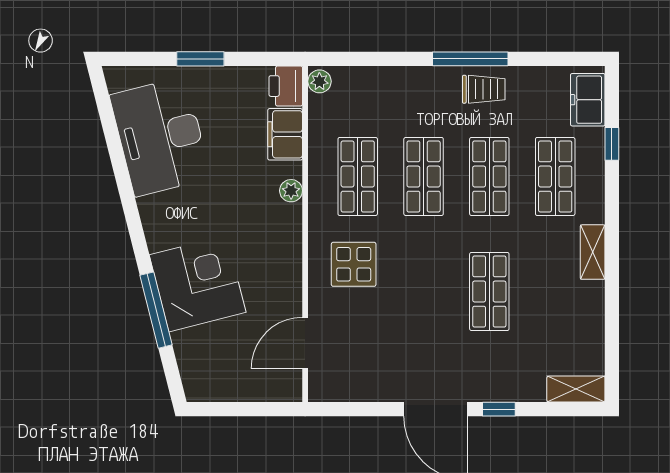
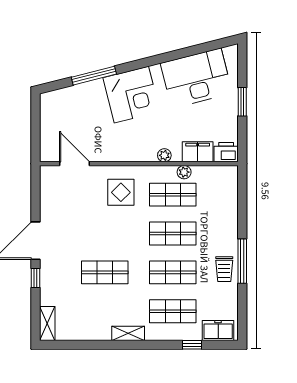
plant: (319, 81) -> (184, 172), moved
corner desk: (198, 284) -> (131, 95), moved

